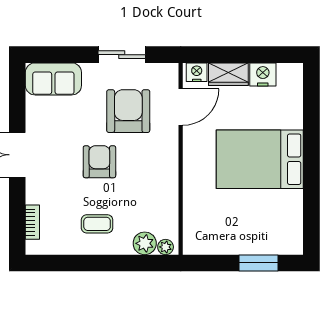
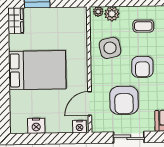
wardrobe: (228, 74) -> (16, 21), moved, turned 90
side table: (148, 191) -> (110, 48), added

